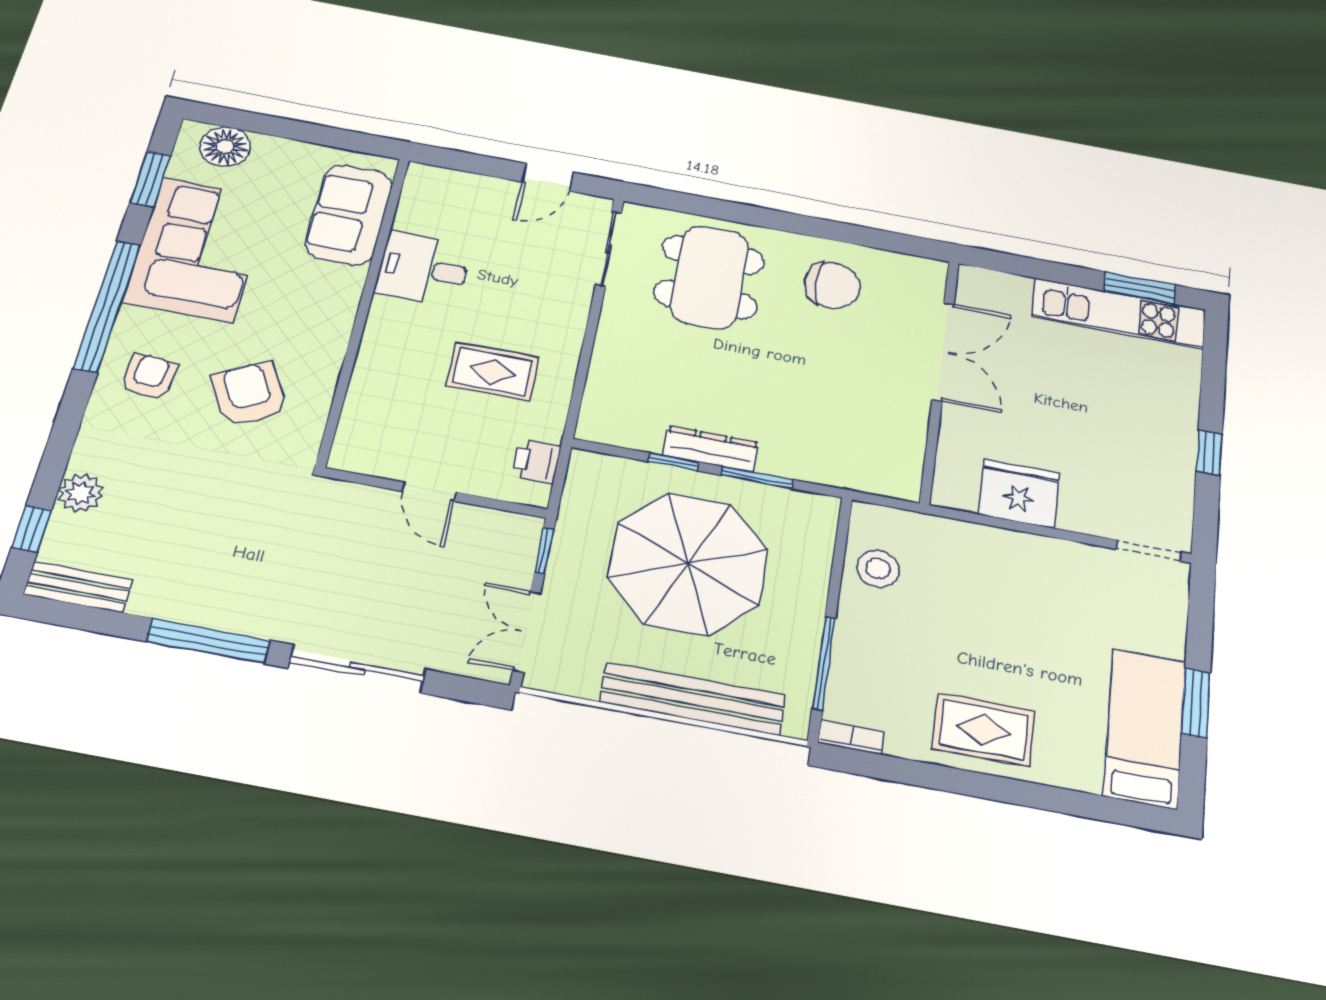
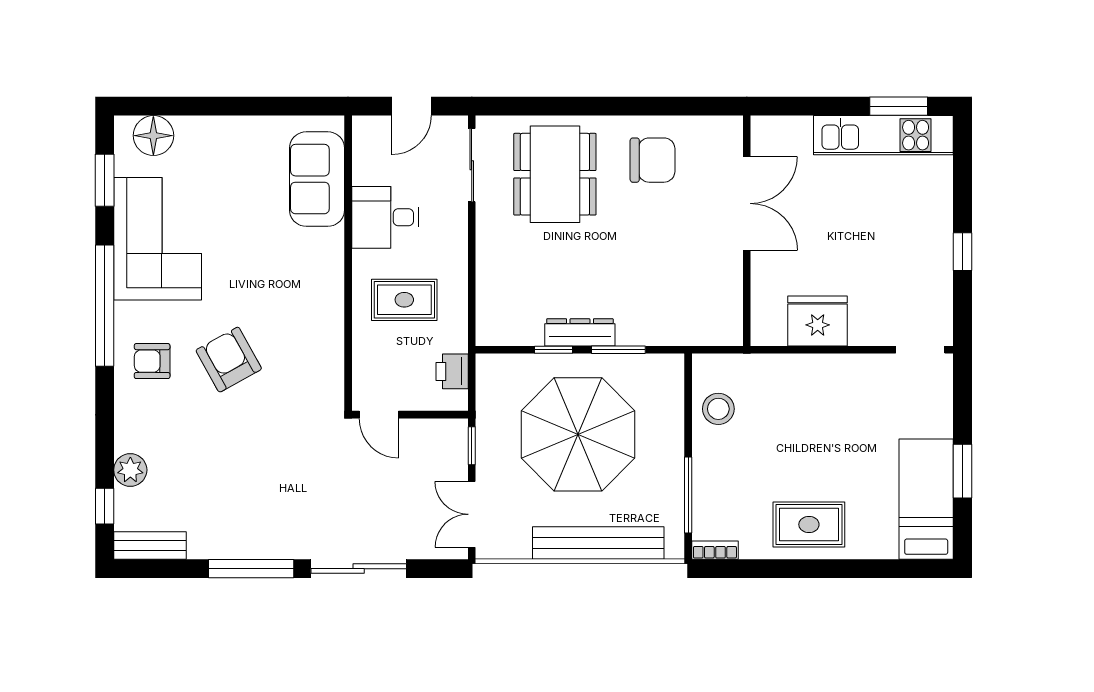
sofa: (349, 215) -> (317, 179), moved
desk: (423, 269) -> (385, 217), moved
wall: (364, 307) -> (348, 263), moved
armchair: (149, 377) -> (152, 361), turned -95

